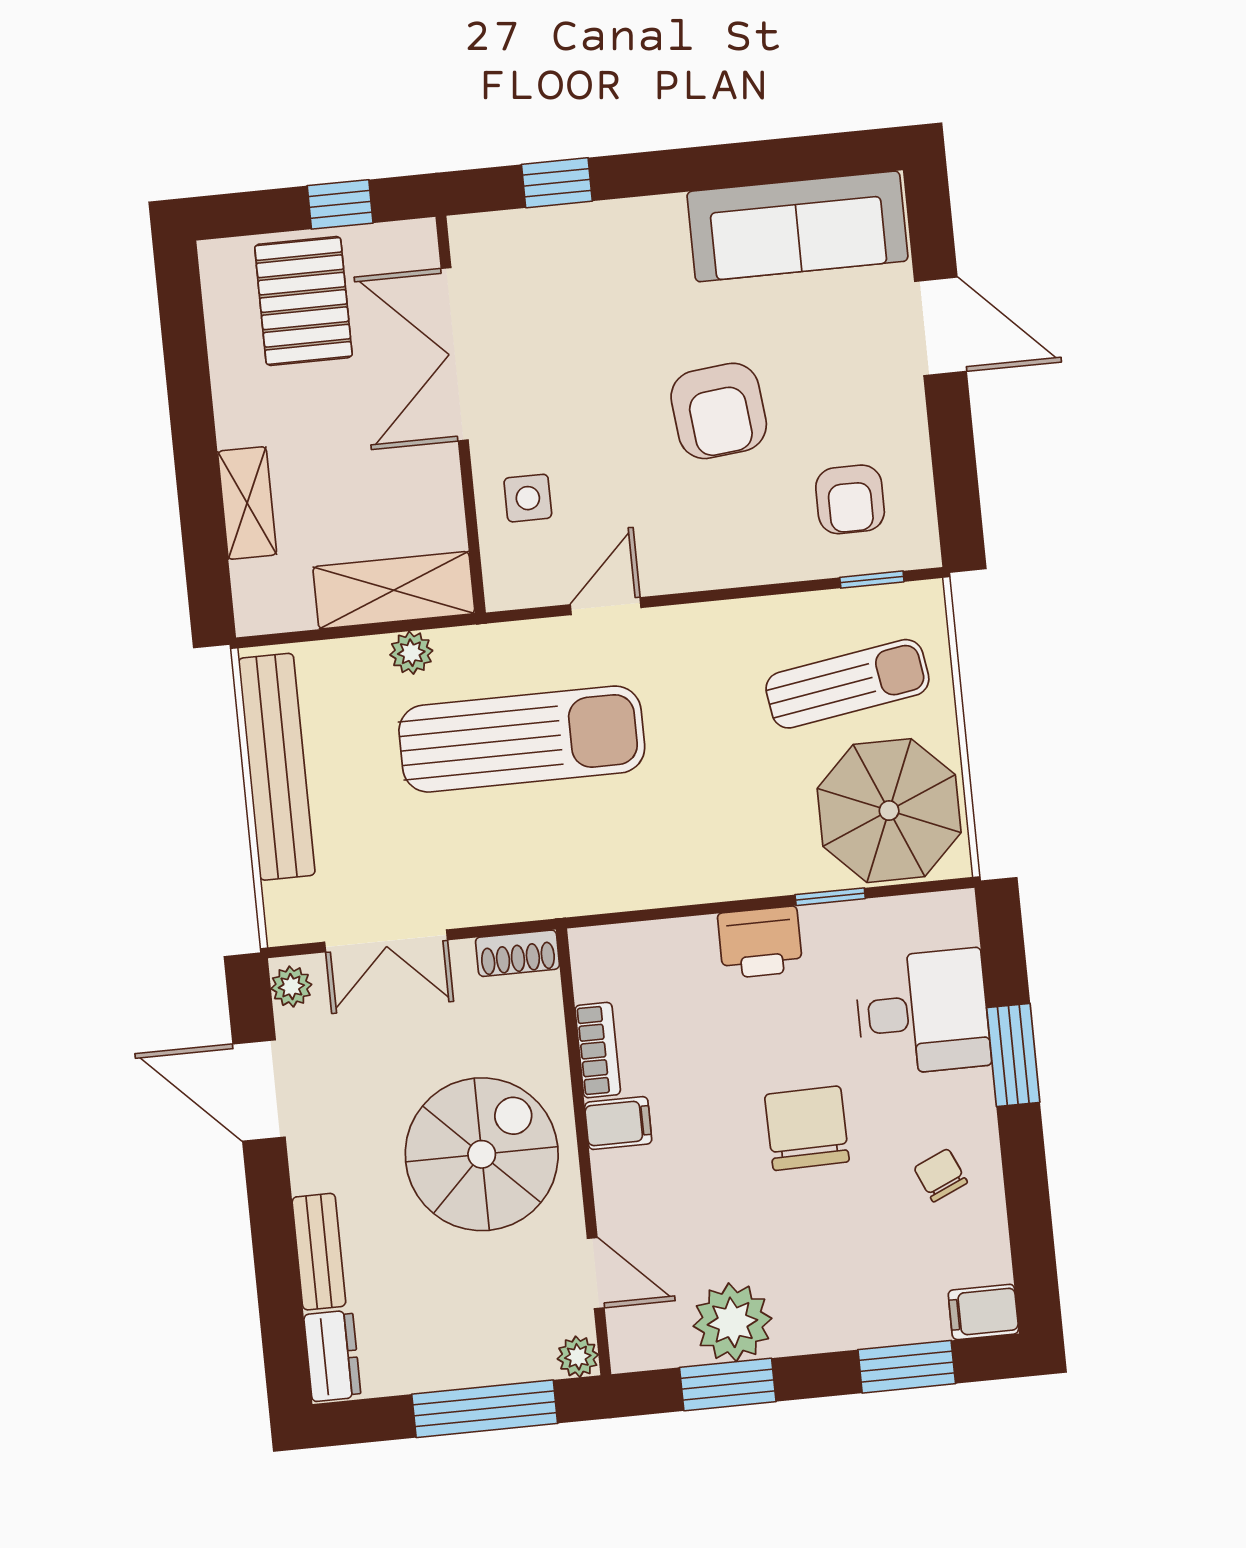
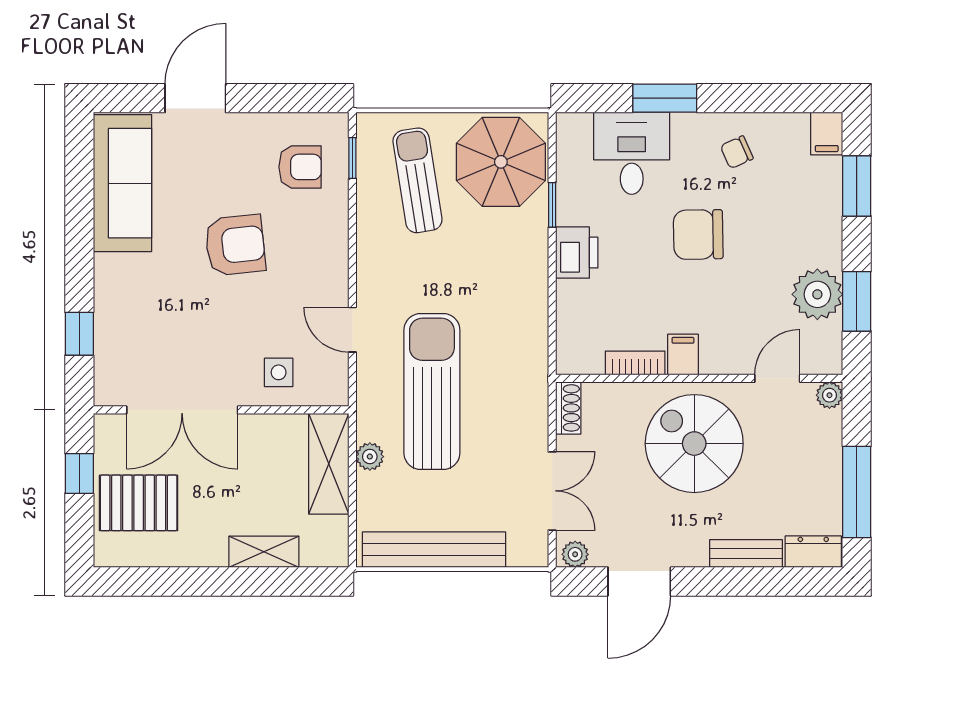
window: (485, 1409) -> (857, 492), moved

